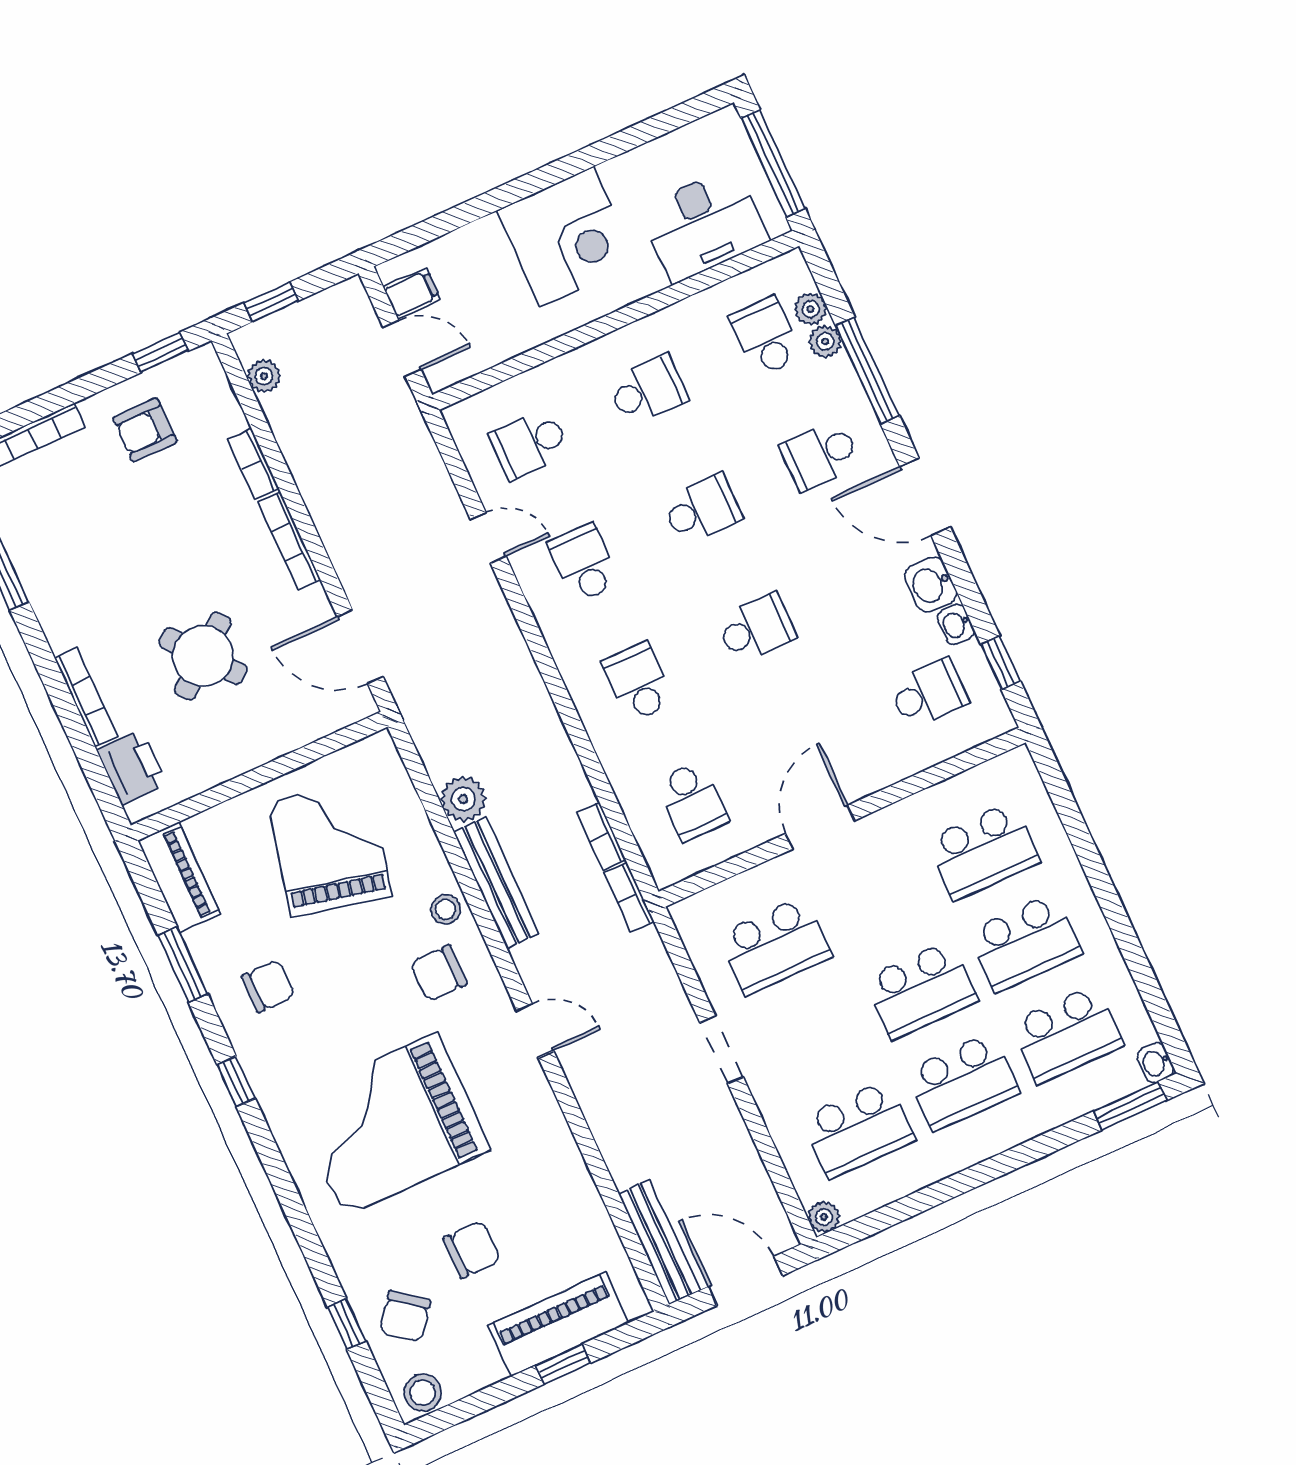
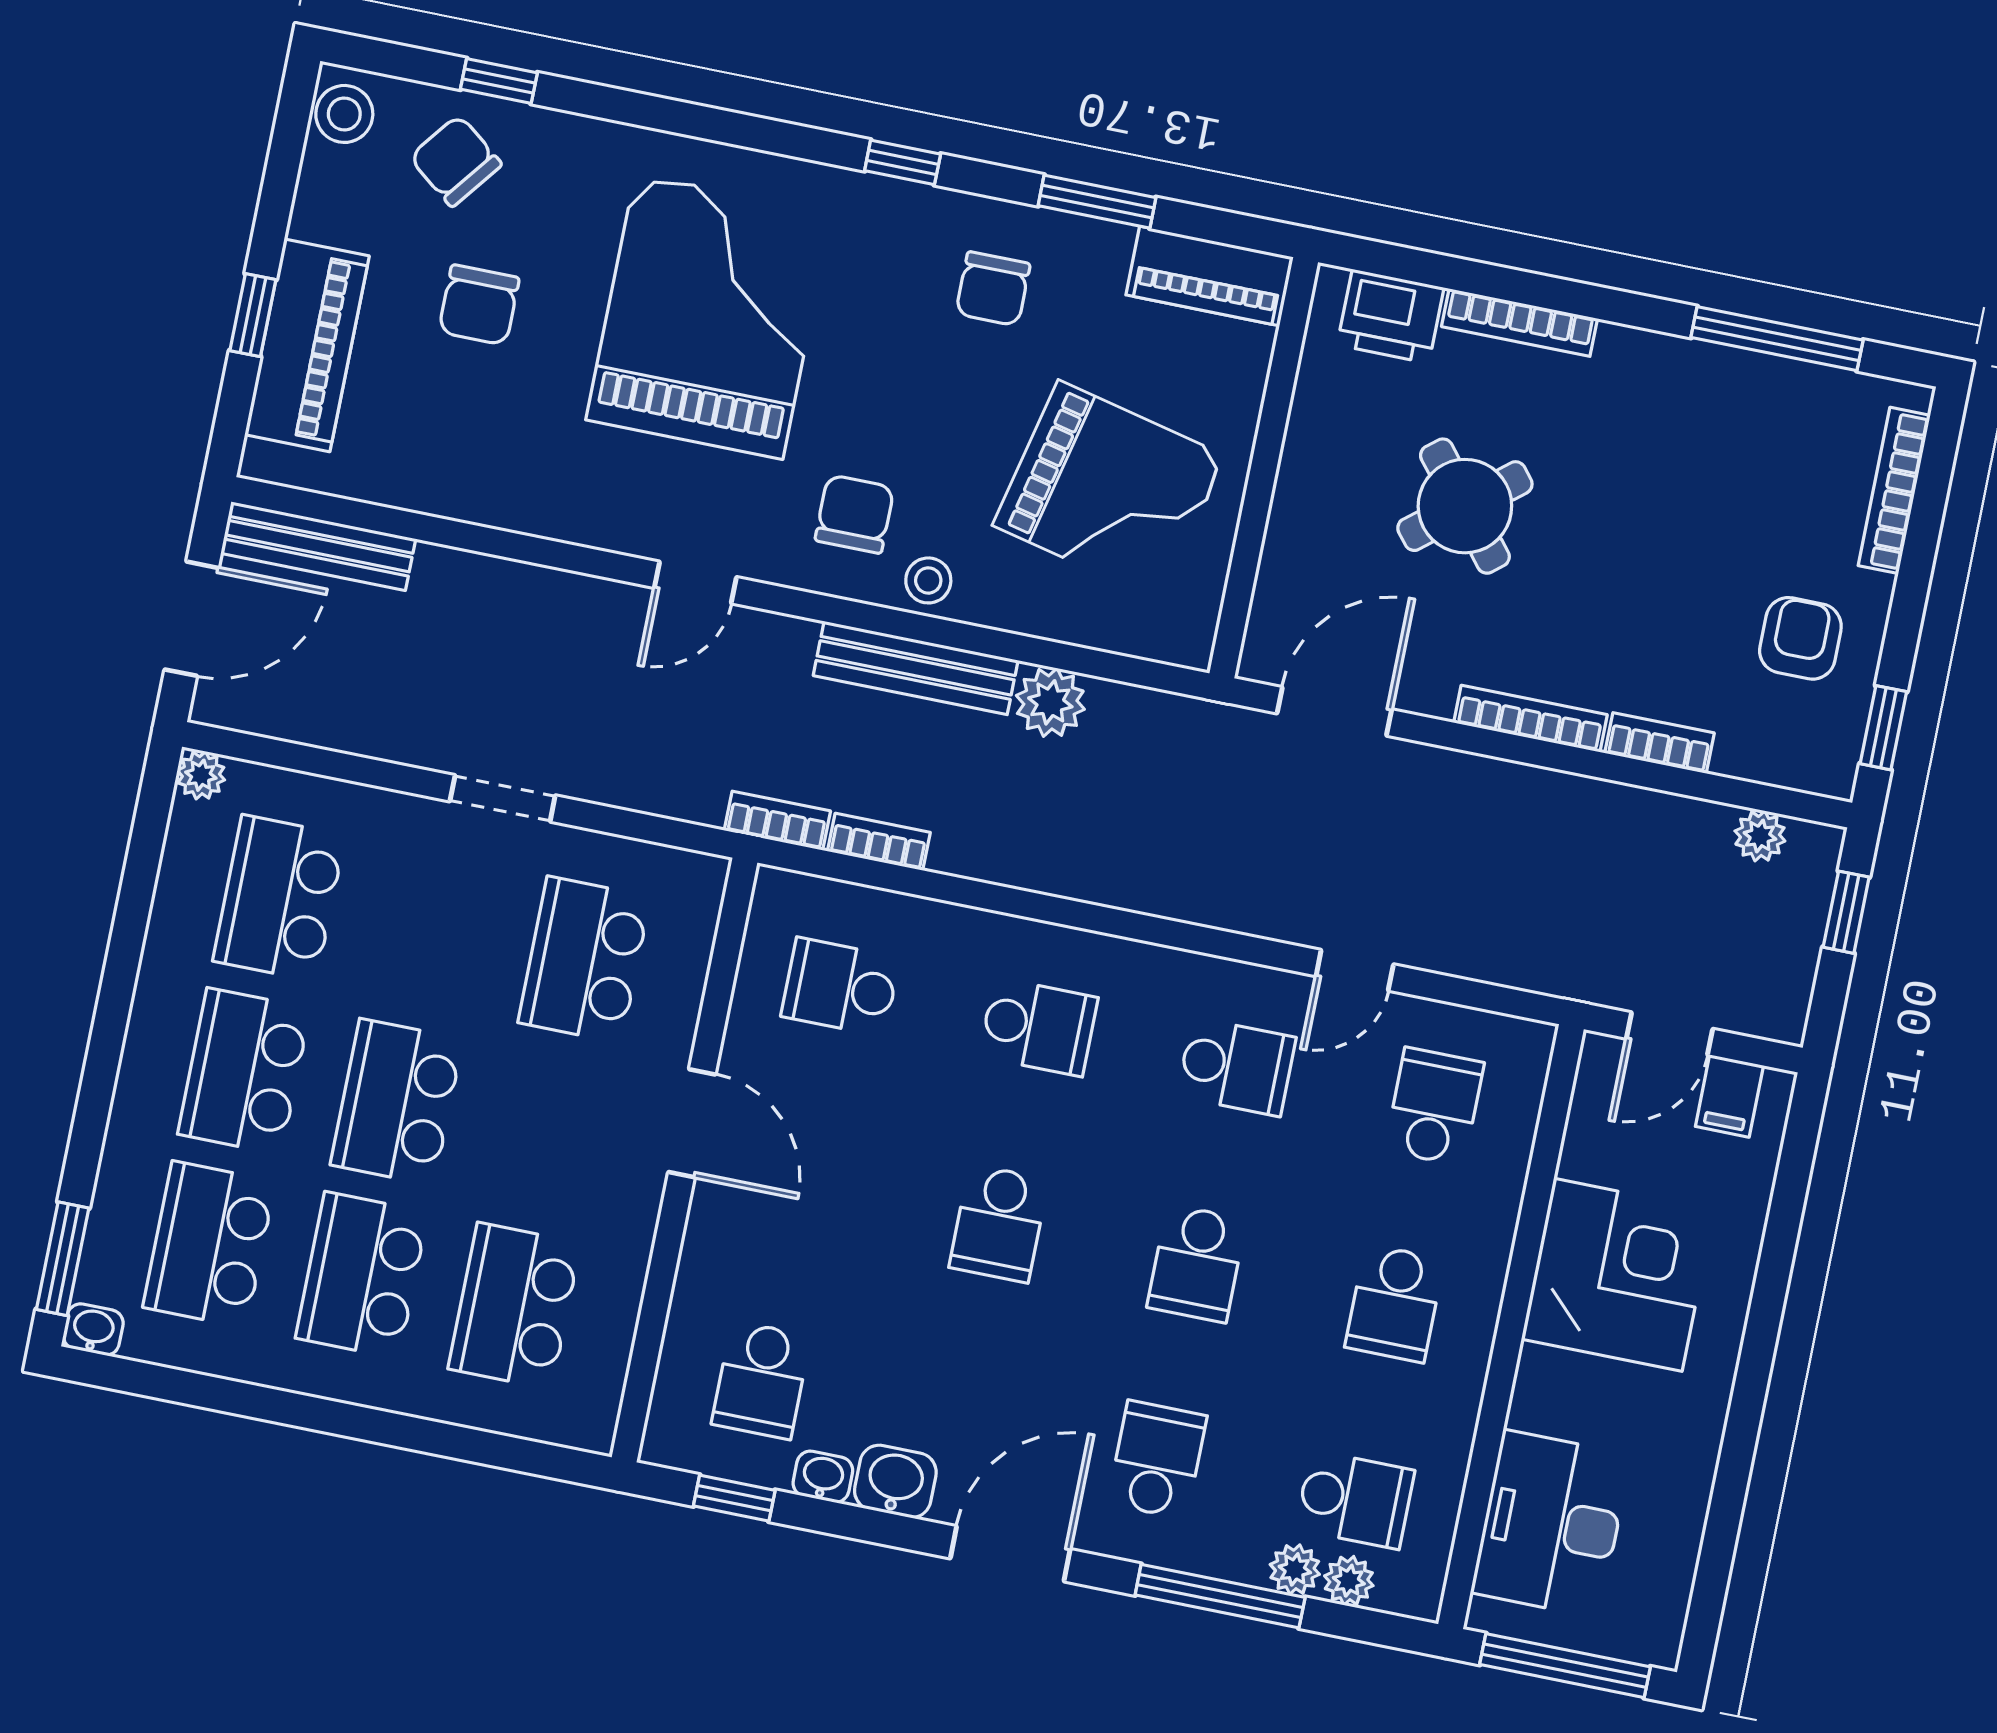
corner desk: (567, 237) -> (1618, 1275), moved, turned 180

